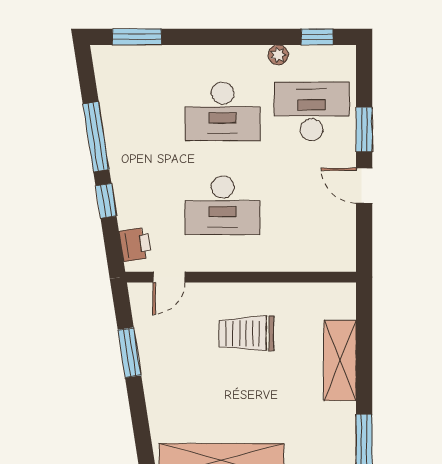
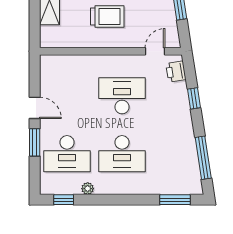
desk: (223, 111) -> (122, 154), turned 180
window: (96, 137) -> (203, 158), moved

